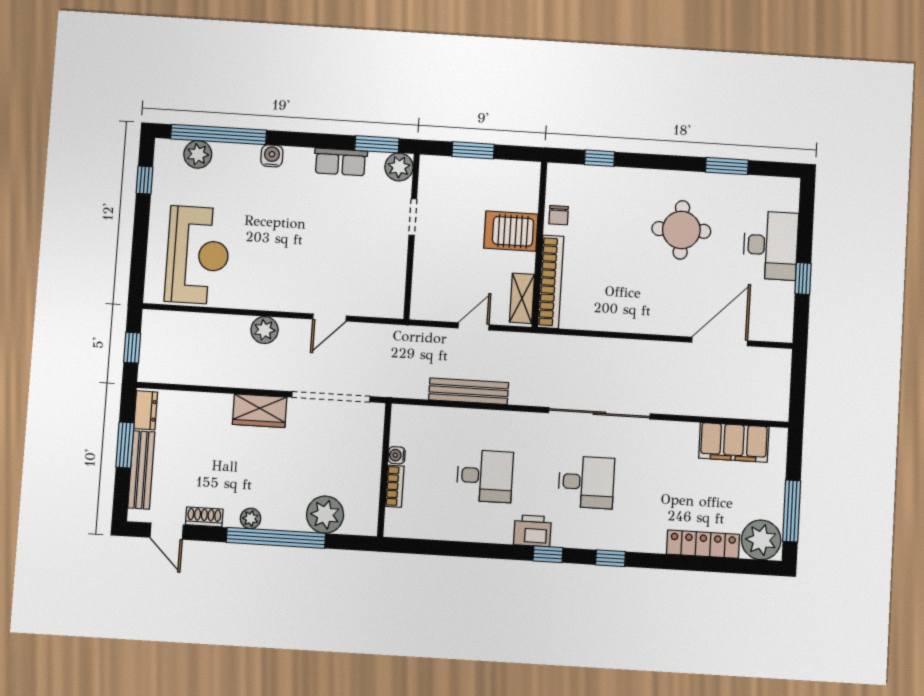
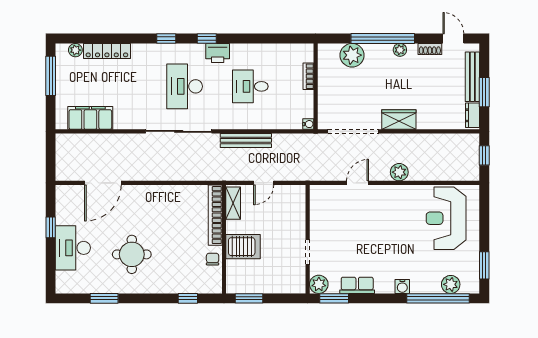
window: (473, 150) -> (249, 298), moved
window: (144, 180) -> (484, 265), width x1.50
bench: (469, 391) -> (246, 140), moved
water cooler: (397, 455) -> (308, 124), moved
desk: (586, 482) -> (185, 86), width x1.37
plant: (761, 540) -> (75, 50), width x0.53, depth x0.53

